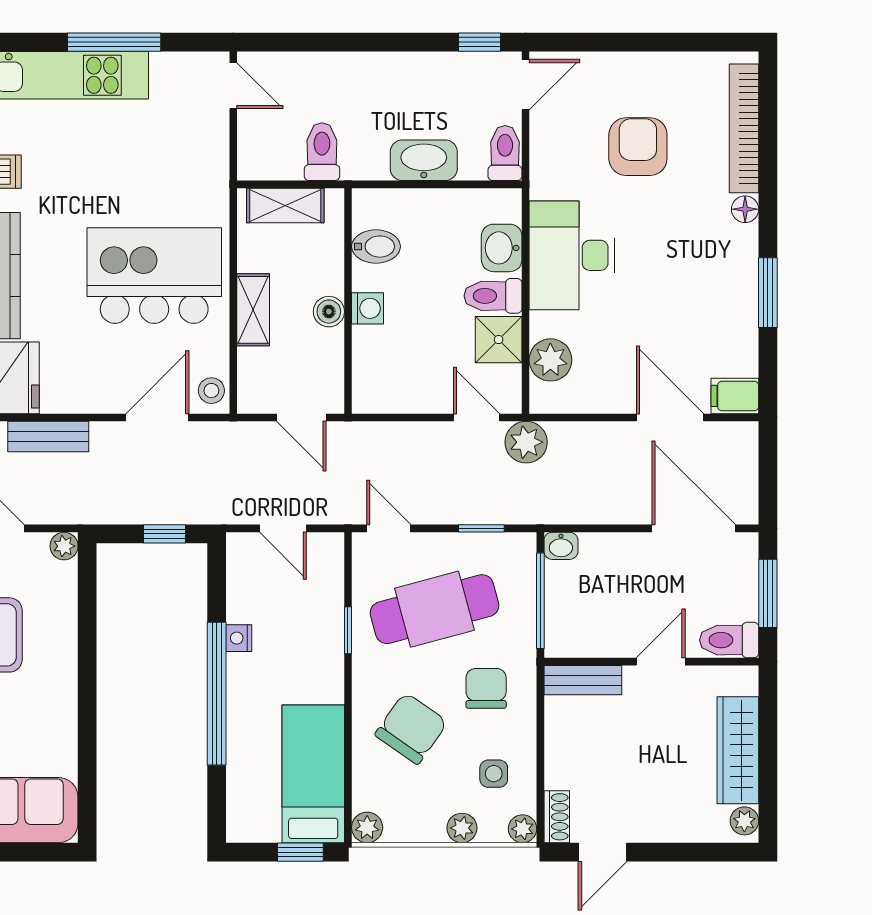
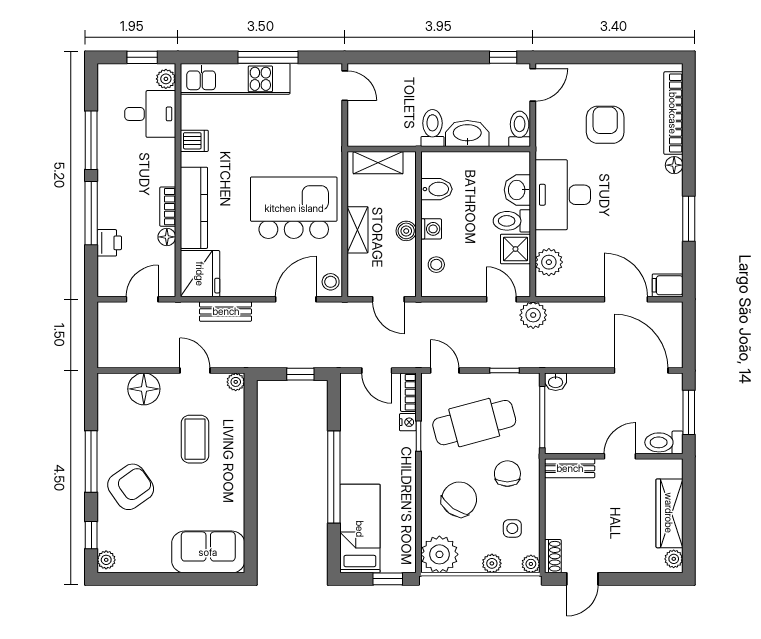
toilet: (322, 152) -> (432, 128), moved
stool: (376, 364) -> (436, 265), added
bookcase: (332, 562) -> (408, 392), added
nightstand: (239, 638) -> (408, 422), moved, turned 180
bed: (313, 774) -> (360, 529), moved
plant: (367, 827) -> (439, 554), width x1.88, depth x1.88

